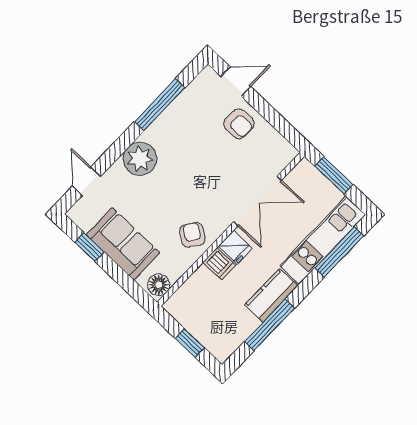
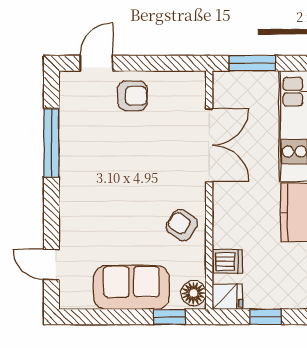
plant: (140, 159) -> (78, 203), removed
window: (89, 247) -> (169, 317), moved
fridge: (235, 247) -> (227, 297), moved
dishwasher: (219, 264) -> (227, 261), moved

